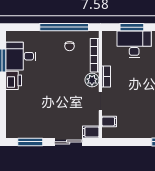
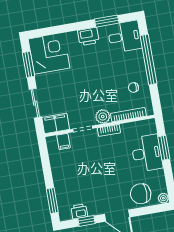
window: (64, 27) -> (149, 60), moved
desk: (21, 56) -> (125, 37), moved, turned 90
corner desk: (23, 121) -> (49, 54), added
filing cabinet: (91, 132) -> (56, 123), width x2.00

